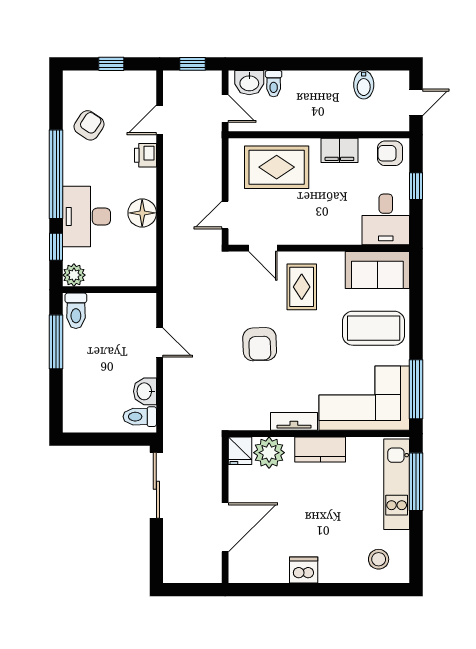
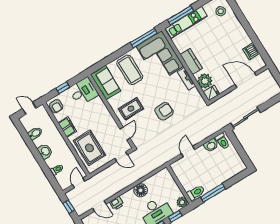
washbasin: (249, 83) -> (45, 151), moved
dishwasher: (304, 570) -> (251, 51), moved

